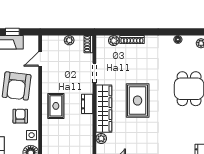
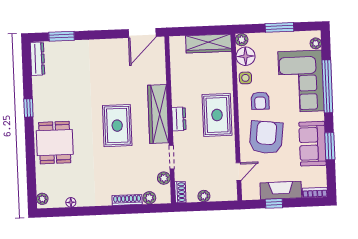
rug: (56, 106) -> (217, 115), width x1.36, depth x1.43
plant: (101, 138) -> (164, 178), moved

